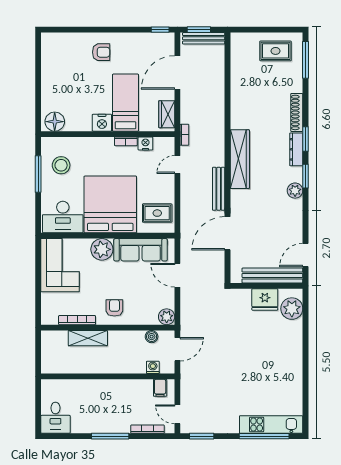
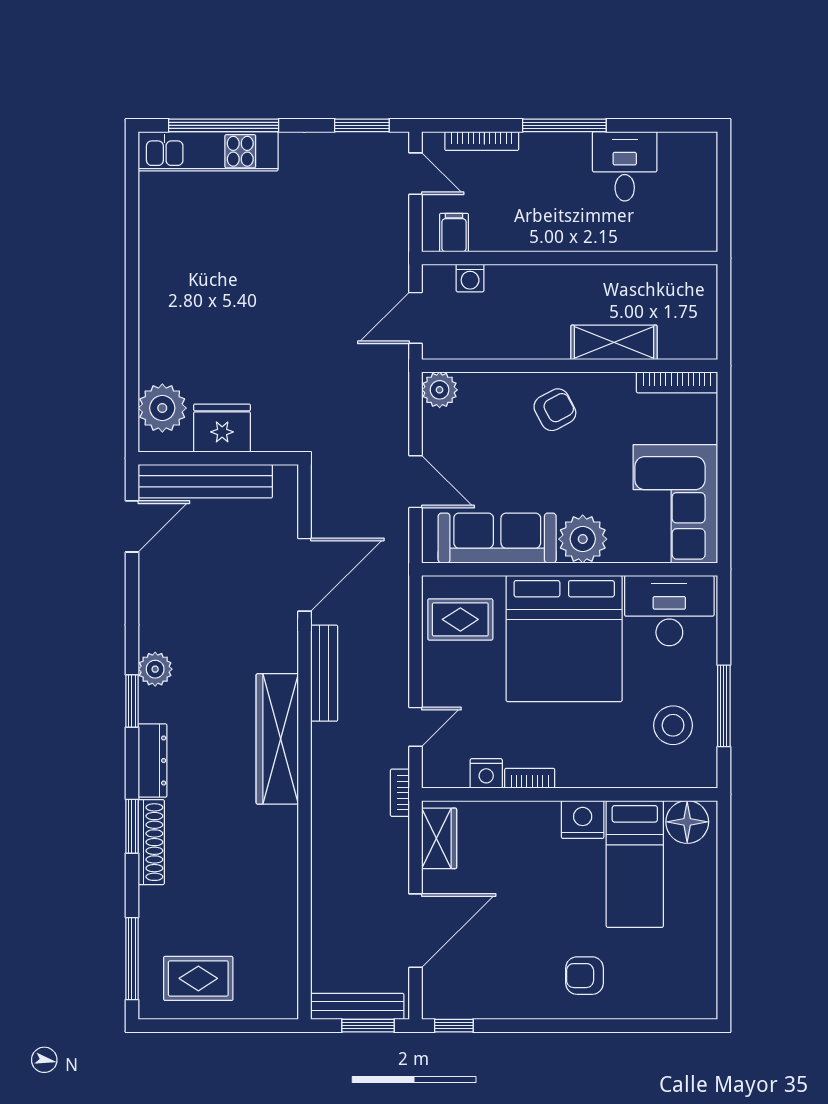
bed: (125, 103) -> (635, 864), moved
window: (306, 139) -> (132, 826), moved
armchair: (114, 308) -> (555, 410), turned -118
bookcase: (77, 320) -> (677, 382), moved
boiler: (152, 337) -> (473, 346), removed
desk: (55, 418) -> (625, 166), moved

